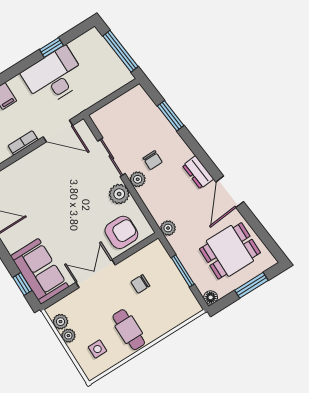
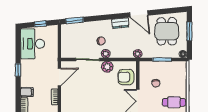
window: (51, 47) -> (18, 70), moved
window: (120, 51) -> (40, 24), width x0.46
desk: (54, 77) -> (33, 44), moved
window: (171, 116) -> (75, 20), moved
armchair: (121, 232) -> (126, 77), turned -90

